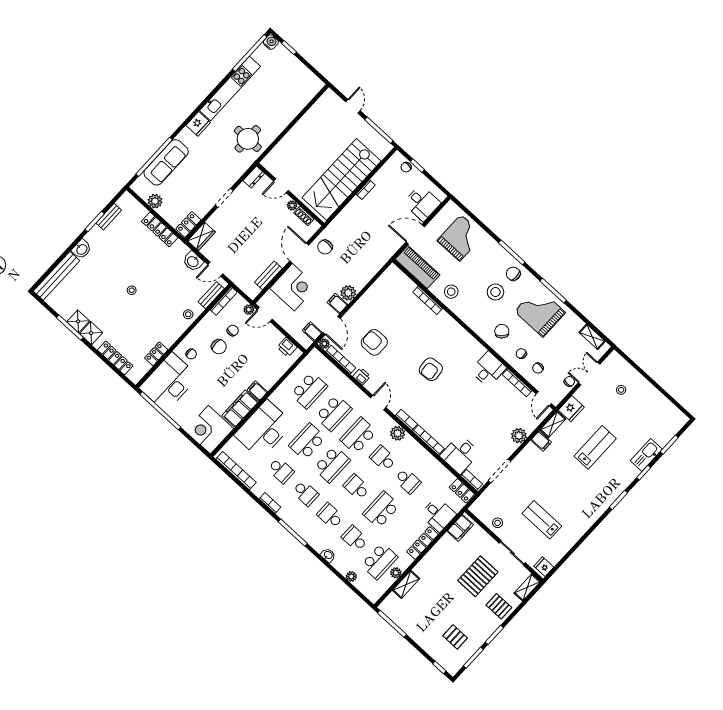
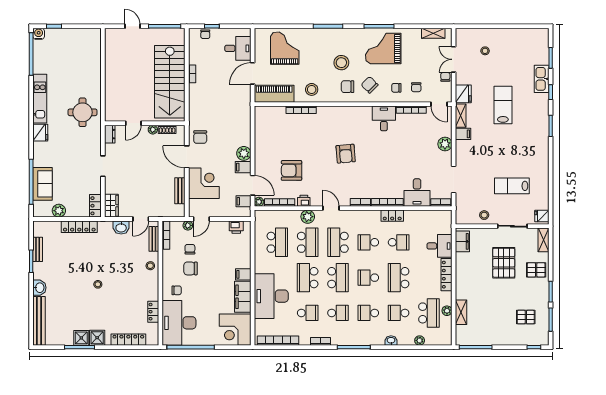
kitchen unit: (230, 88) -> (40, 99), width x0.73
sofa: (166, 162) -> (42, 184), width x0.73
chair: (513, 274) -> (348, 87), moved
chair: (219, 347) -> (191, 268), turned 180
plant: (398, 433) -> (308, 217), moved
locker: (462, 491) -> (392, 216), moved

